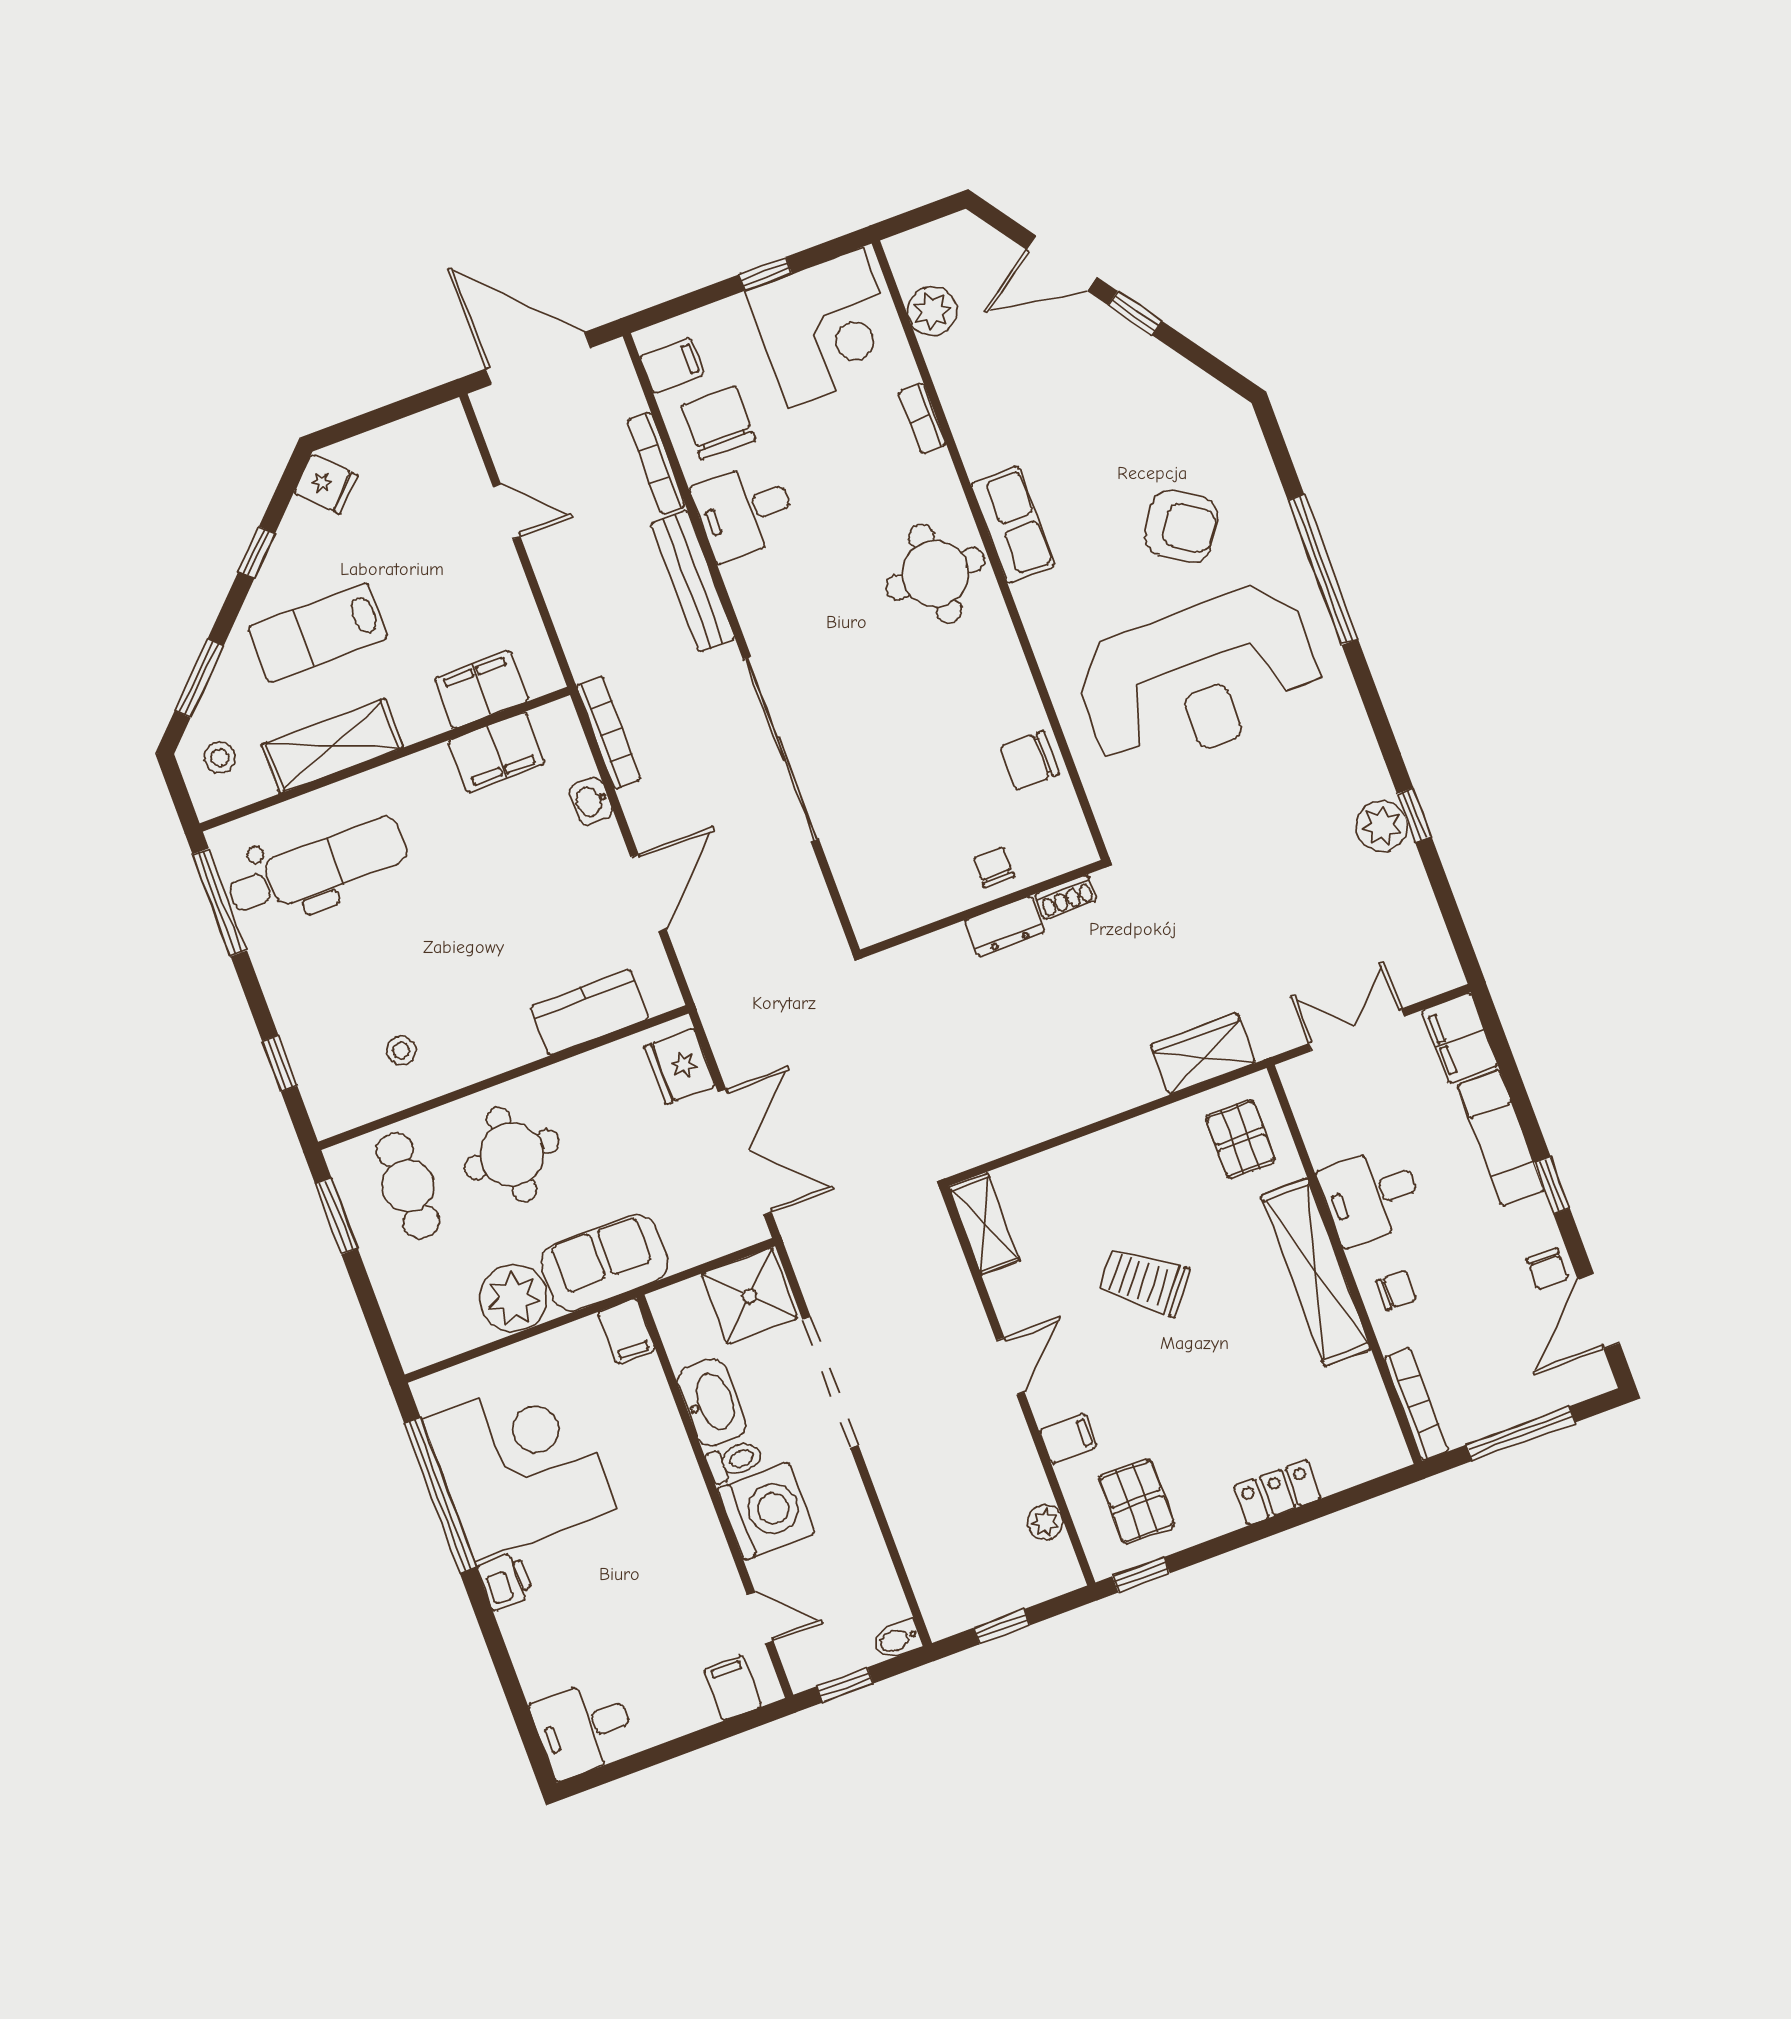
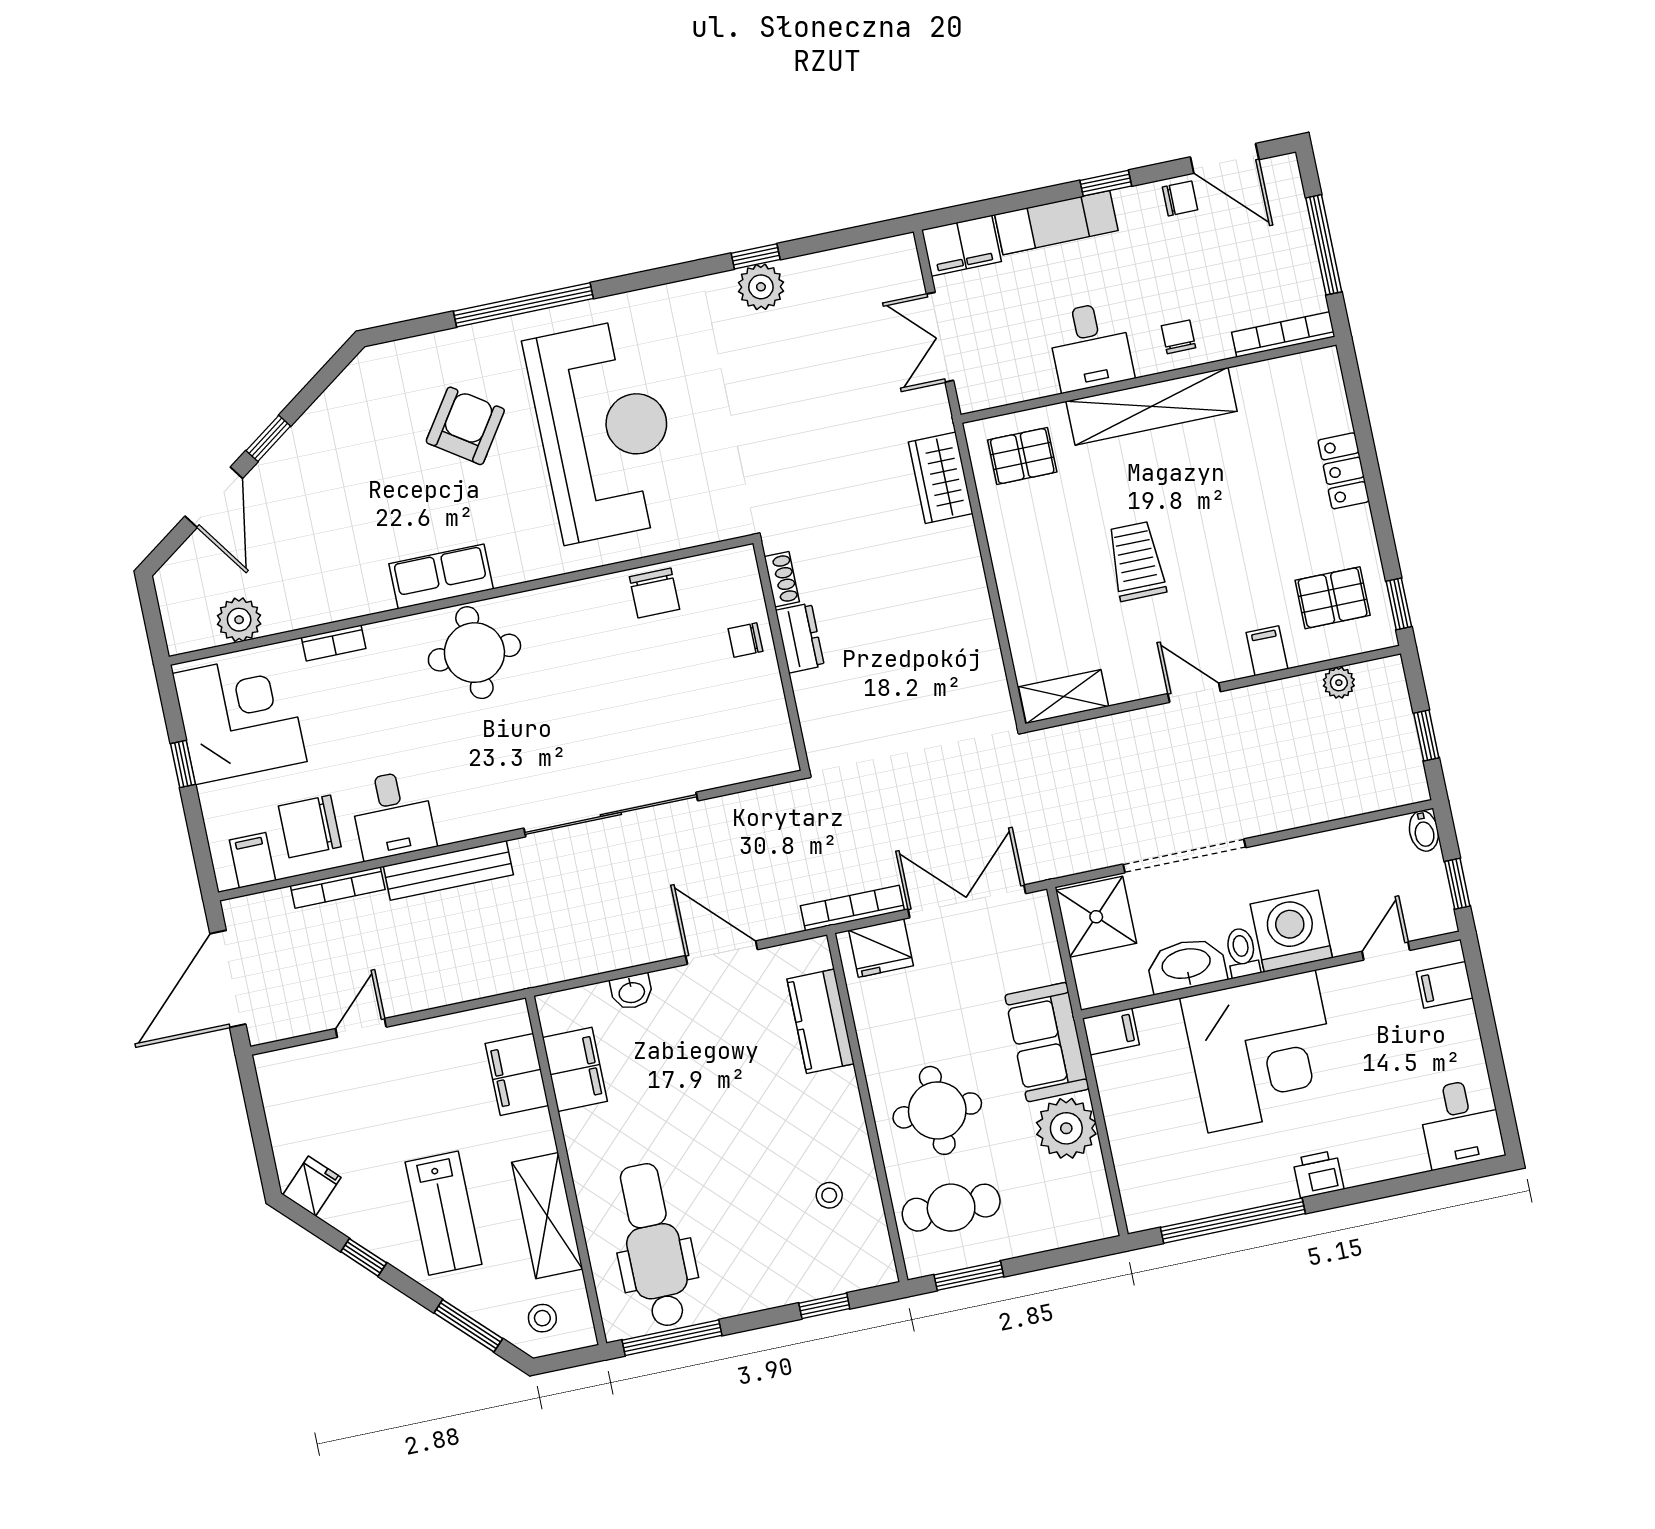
bookcase: (609, 732) -> (852, 908), moved
trolley: (1144, 1281) -> (1136, 561), turned 142
corner desk: (520, 1464) -> (1262, 1051), moved, turned 180

